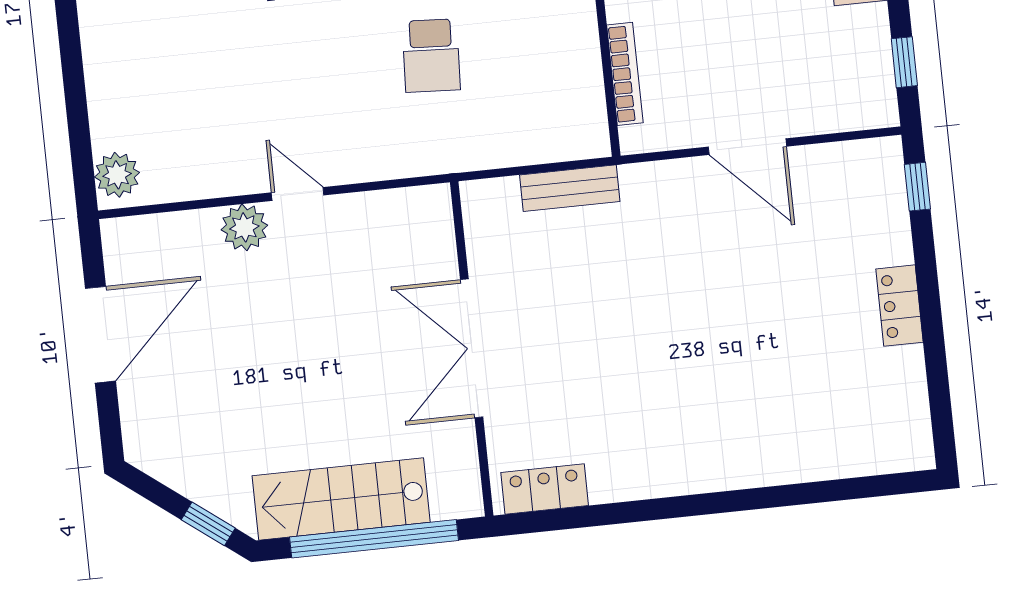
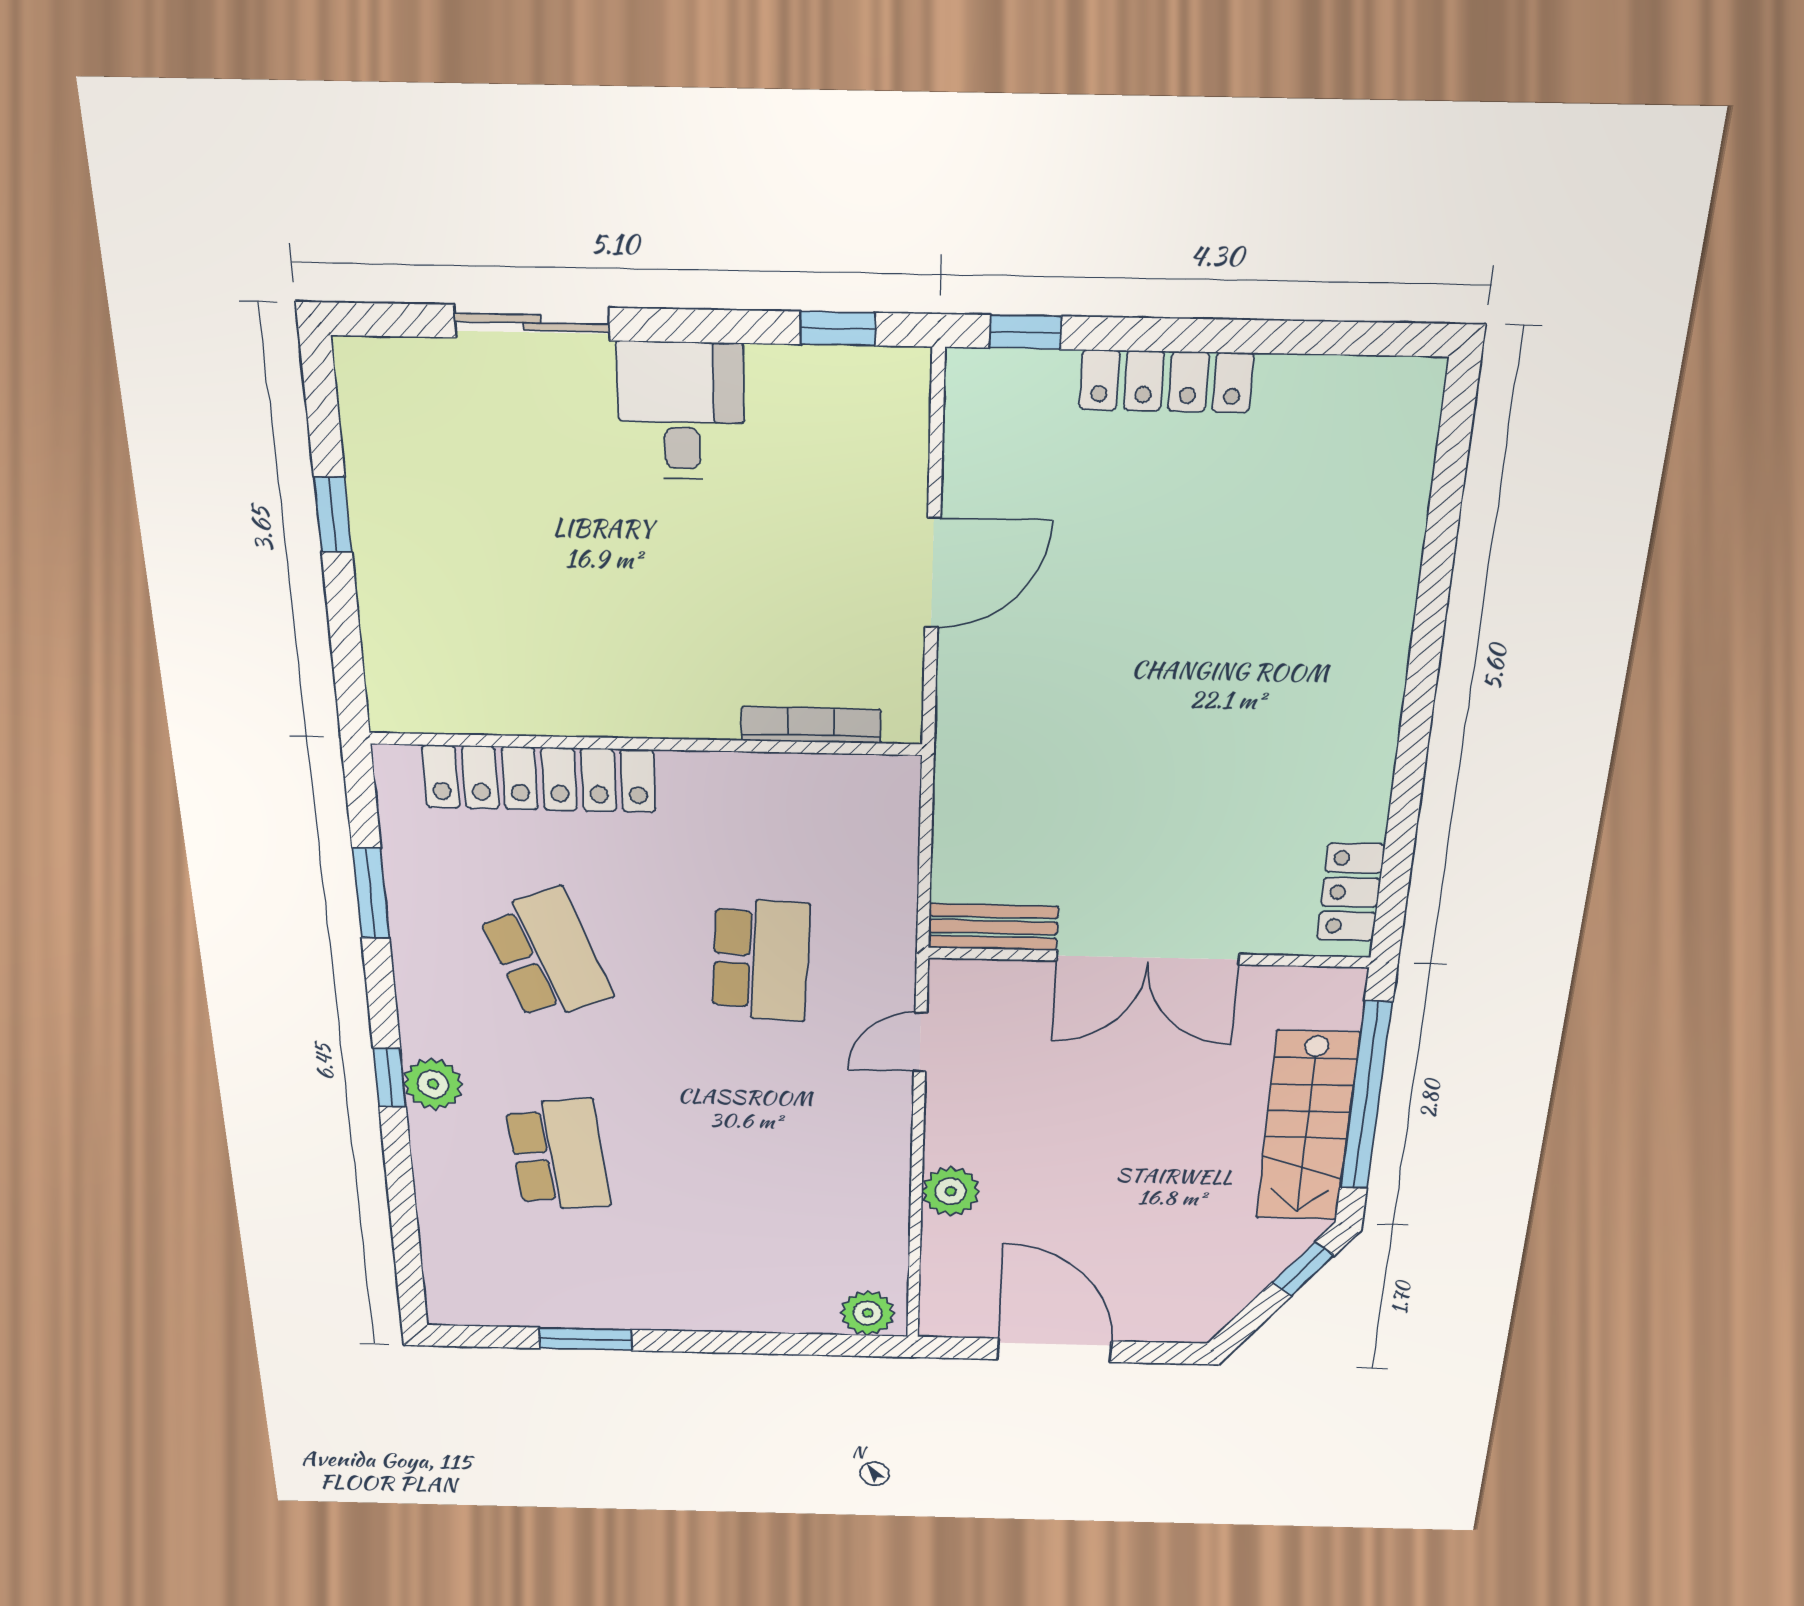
school desk: (431, 56) -> (761, 960), width x1.85
bench: (570, 188) -> (993, 927), moved, turned 90
door: (298, 194) -> (920, 1042), moved
locker: (899, 306) -> (1166, 381), width x1.53

